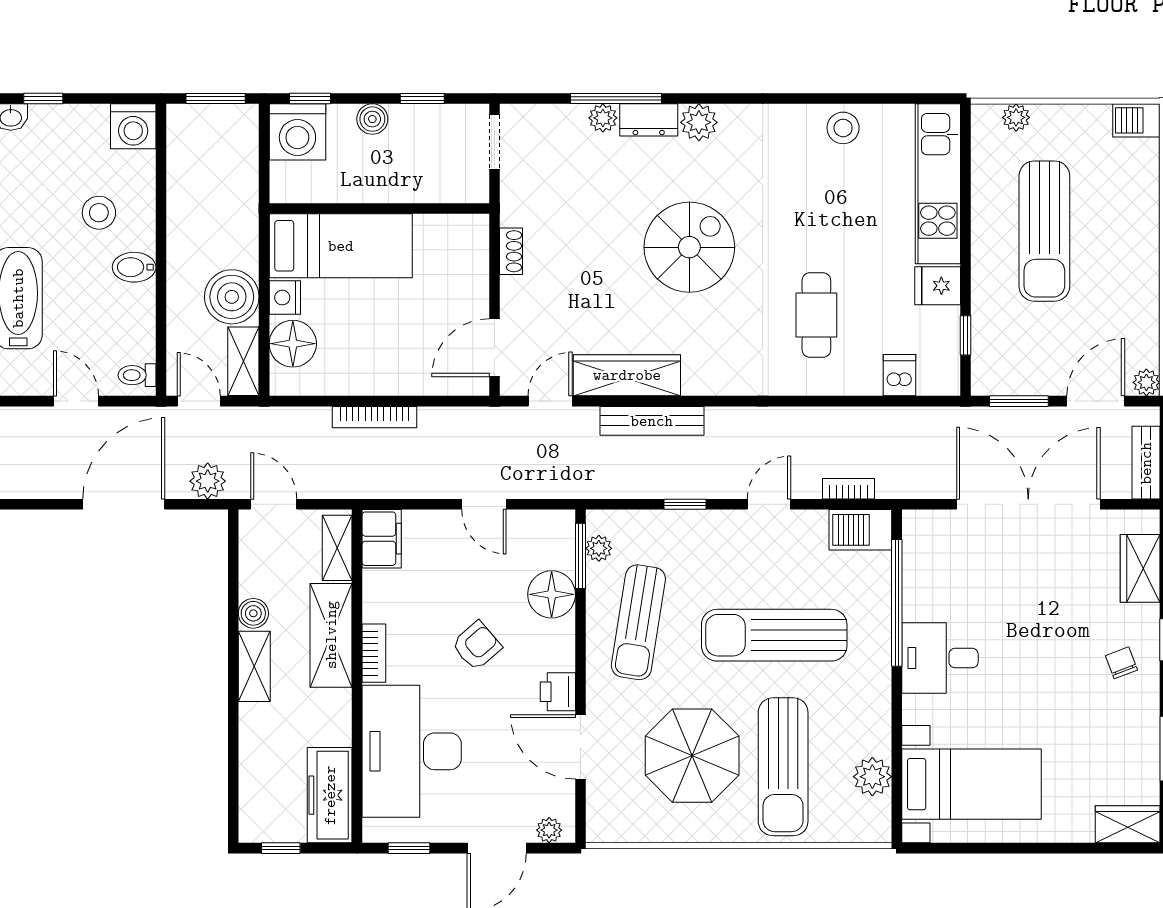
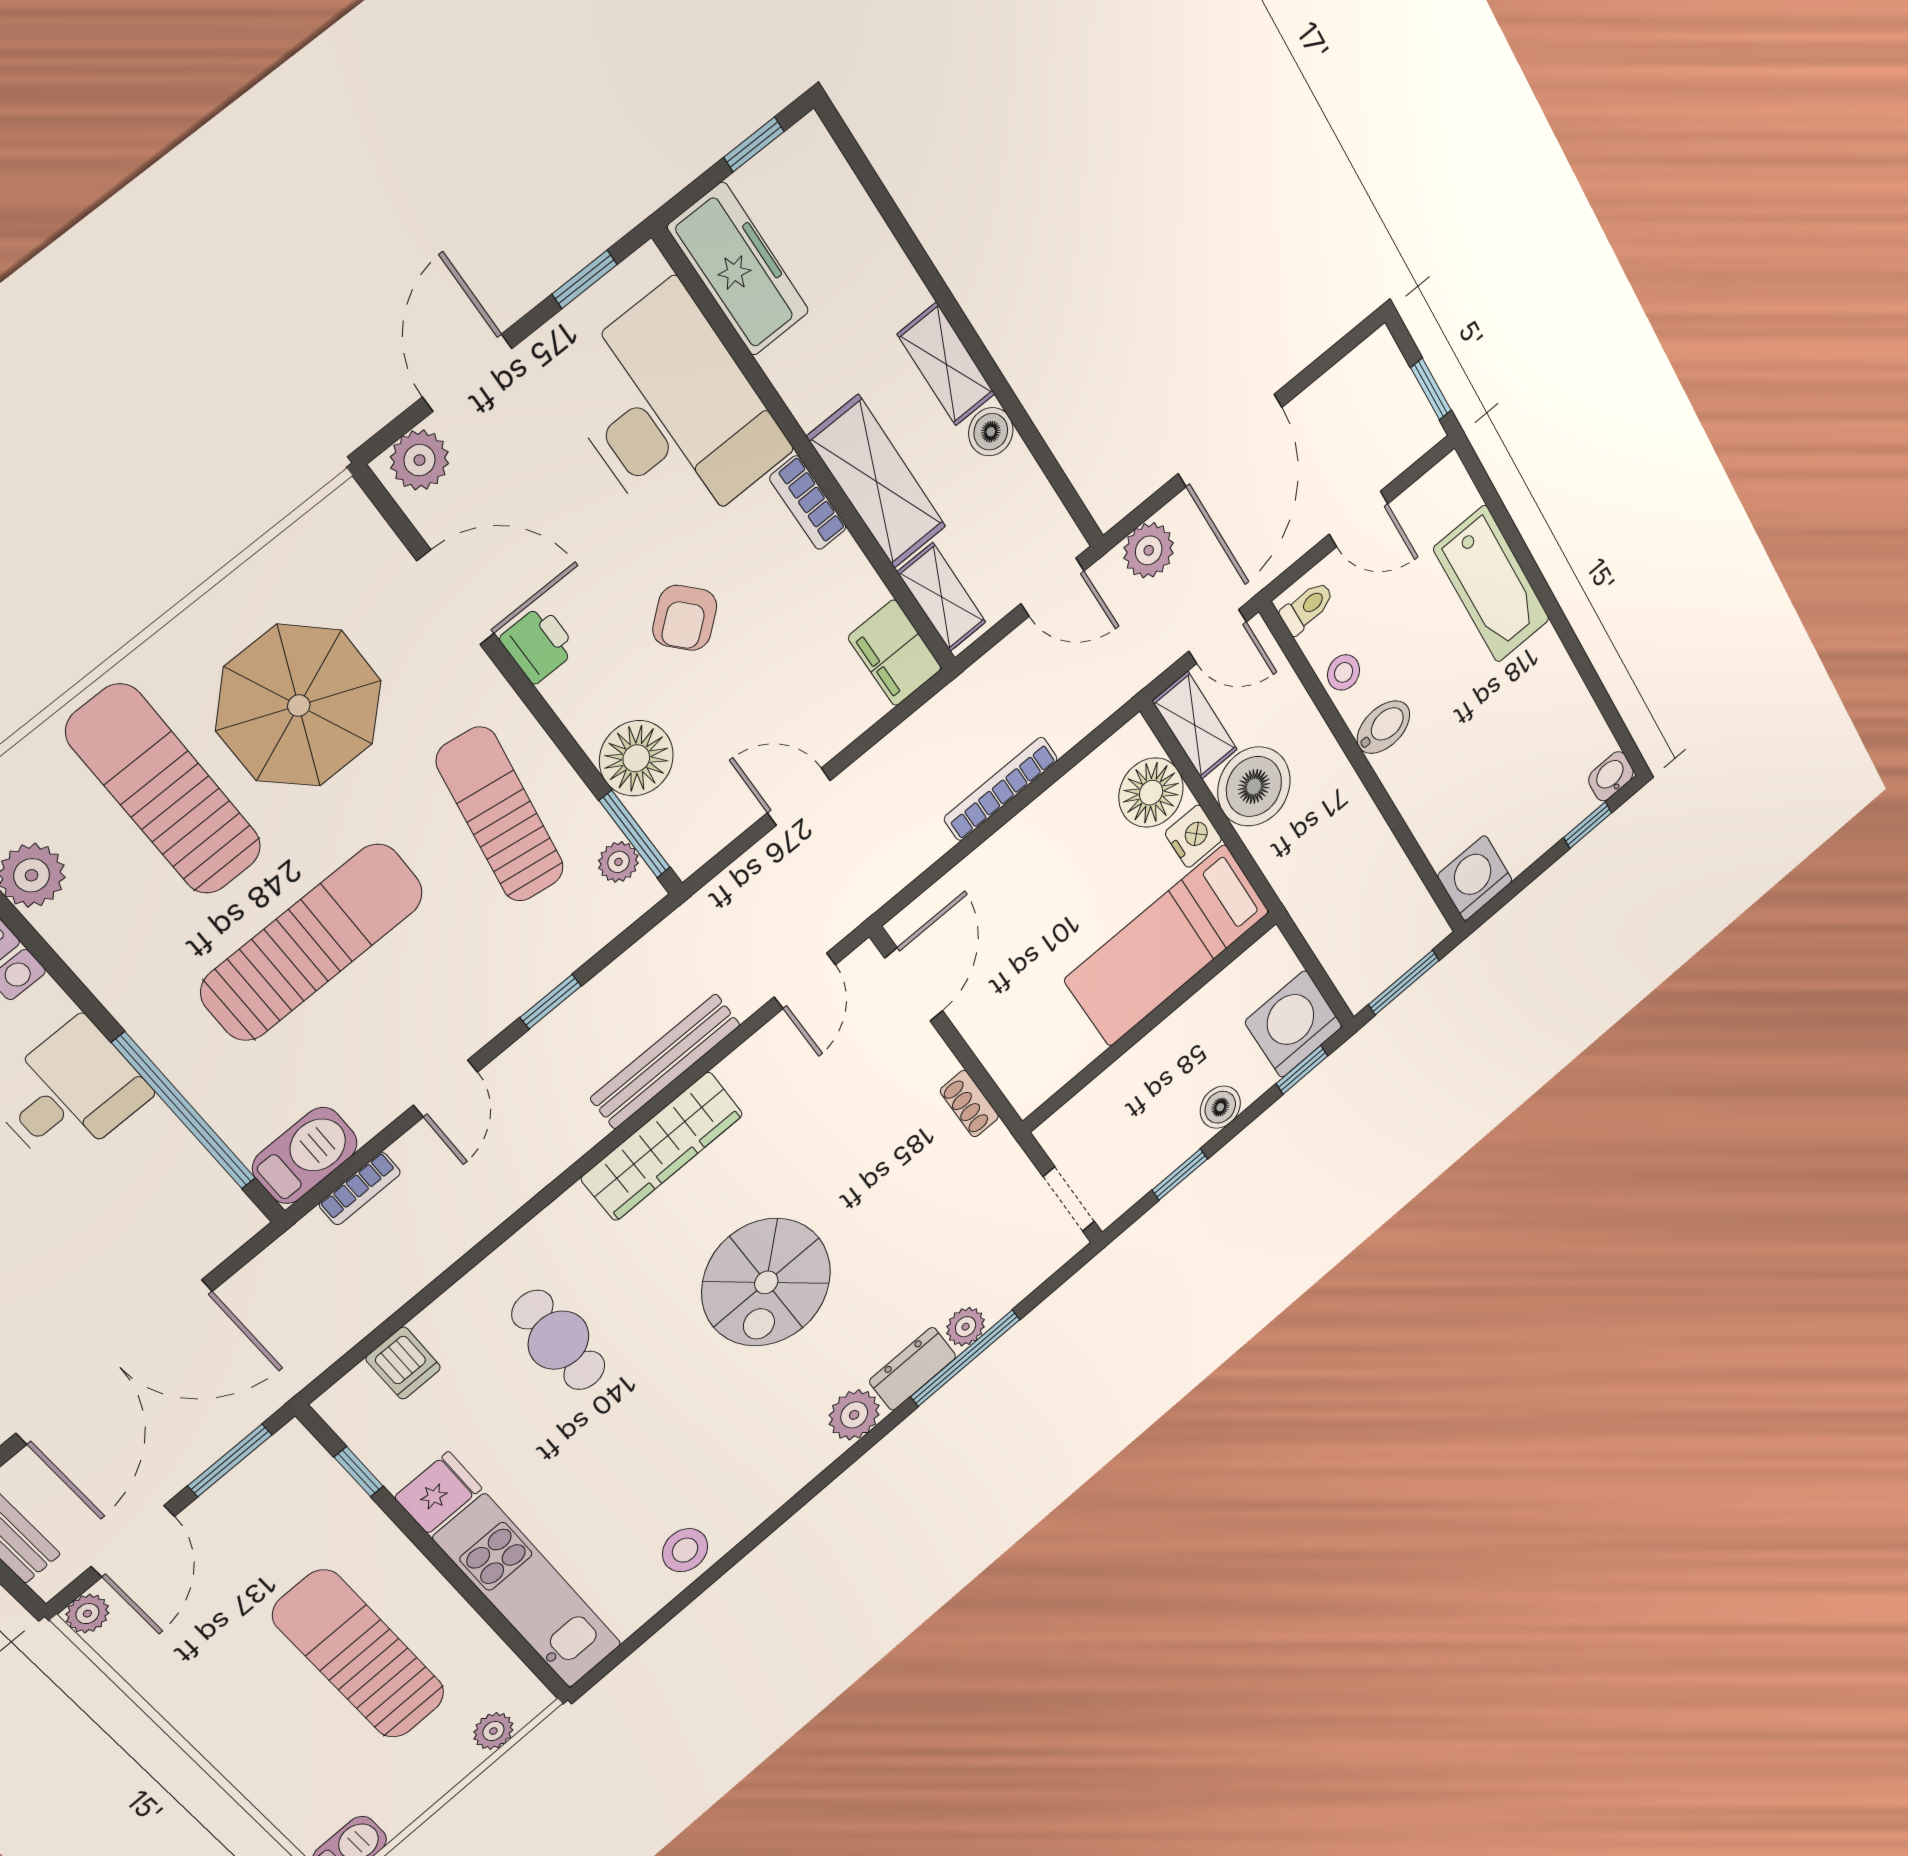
stool: (99, 213) -> (1344, 672), moved, width x0.73, depth x0.73
wardrobe: (627, 375) -> (662, 1146), moved
plant: (549, 830) -> (420, 460), width x1.38, depth x1.38

